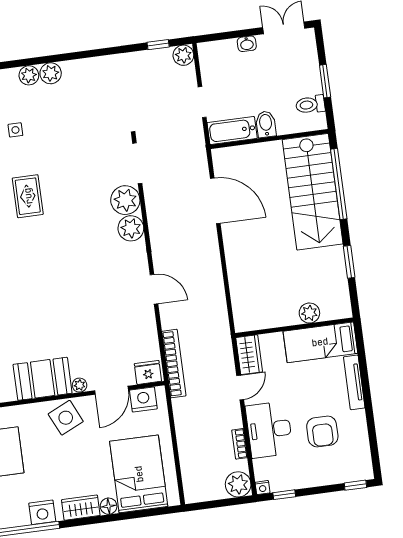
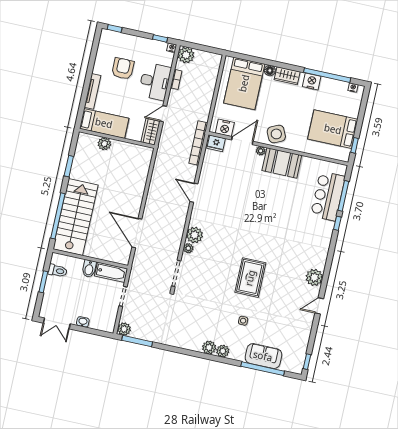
window: (158, 45) -> (137, 341), width x2.17
rug: (28, 196) -> (250, 278), width x1.36, depth x1.43
plant: (125, 200) -> (188, 248), width x0.53, depth x0.53

